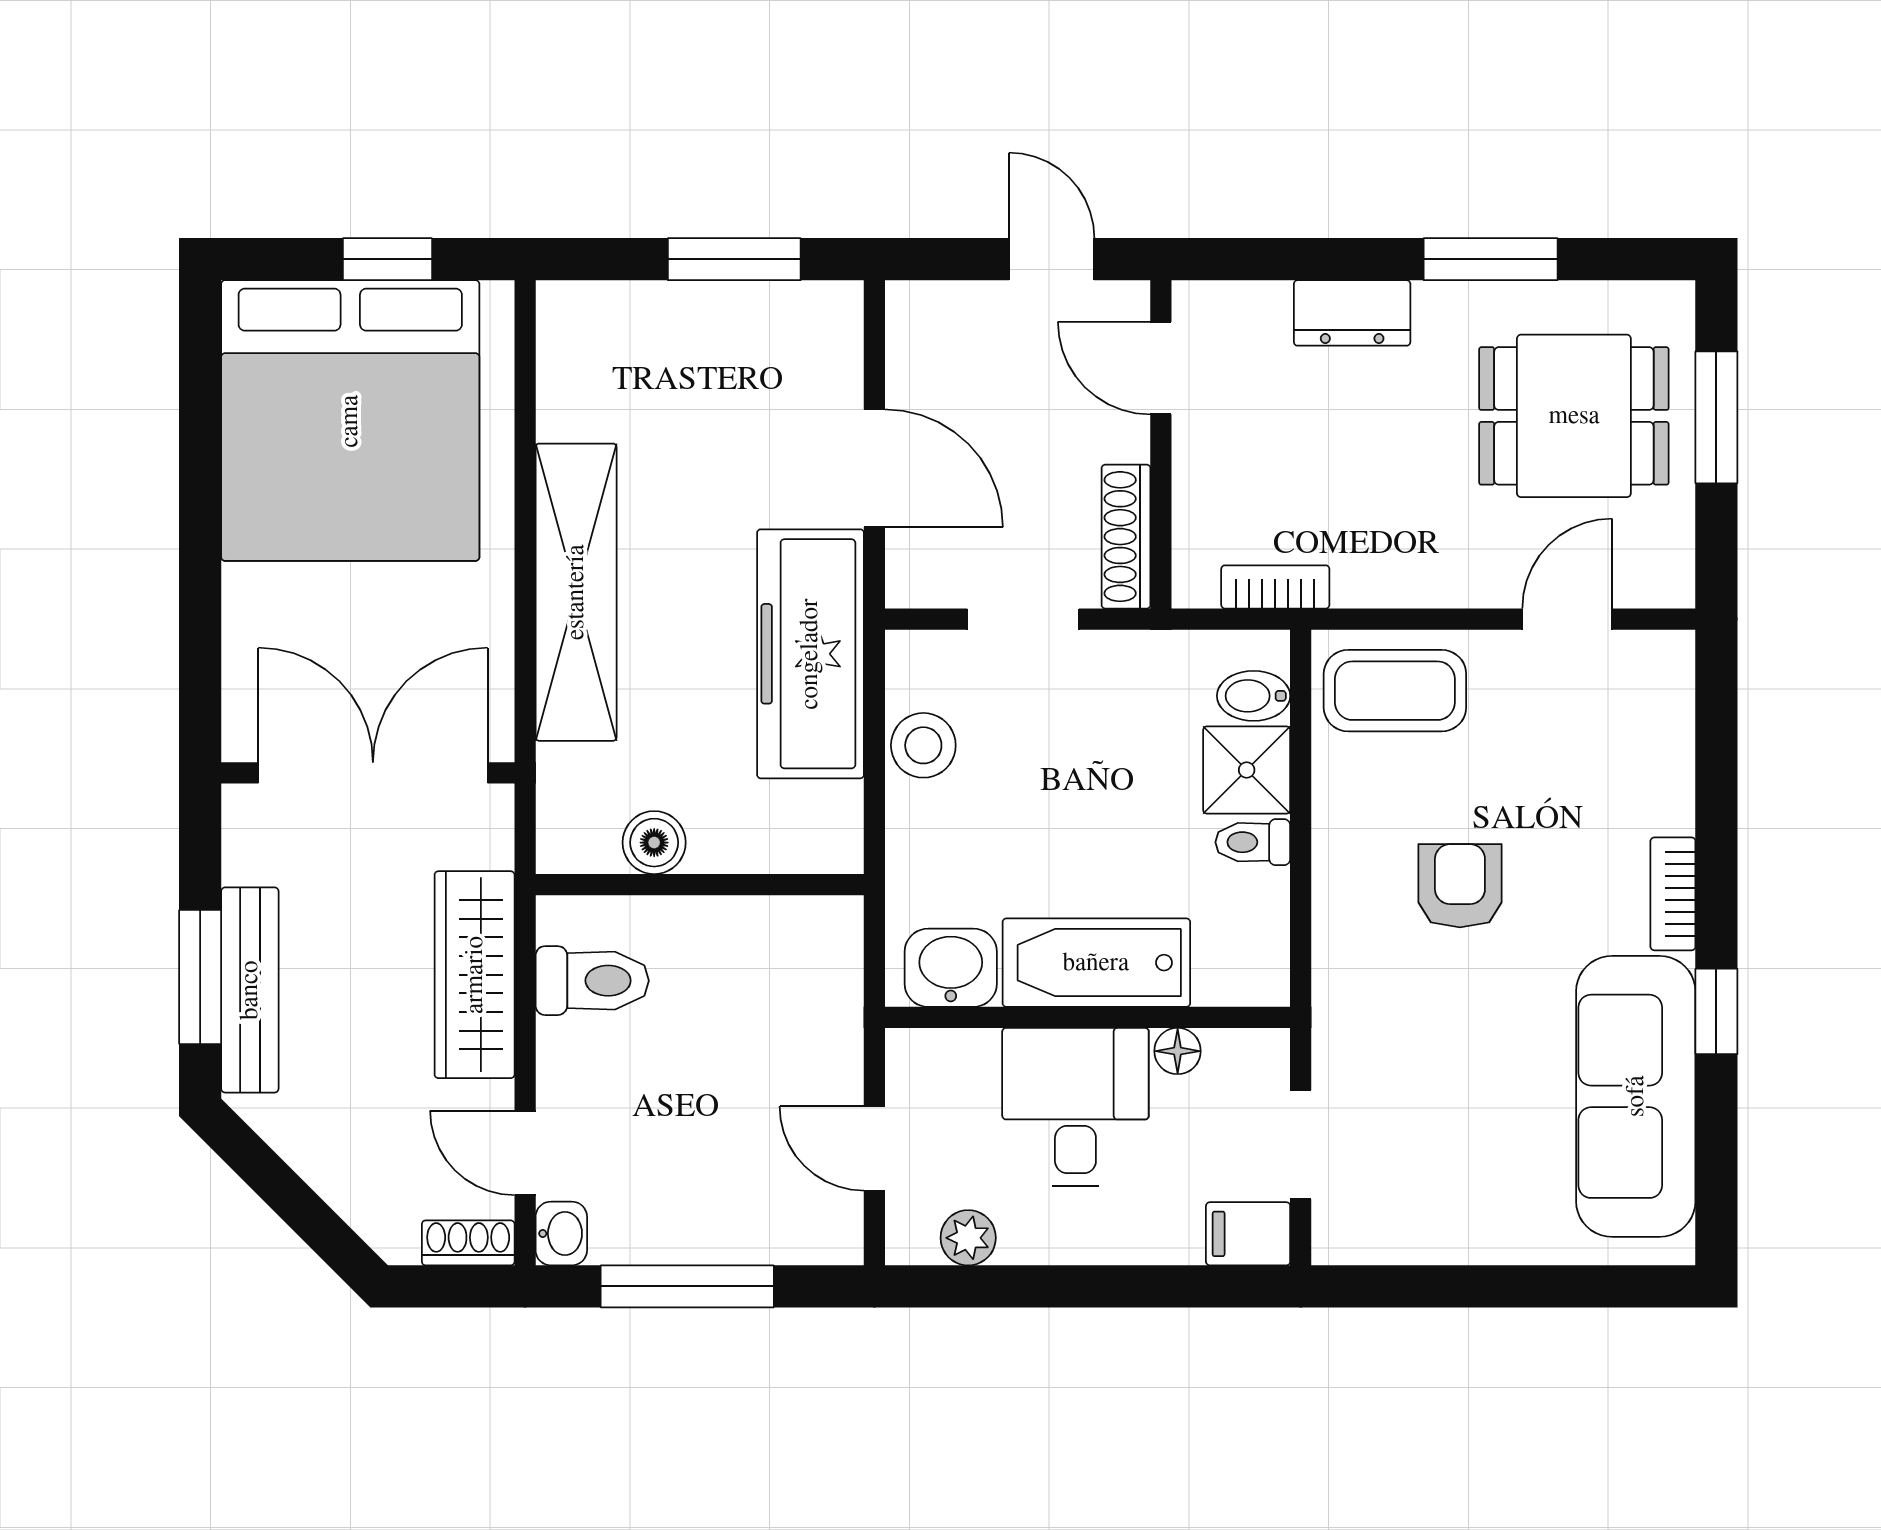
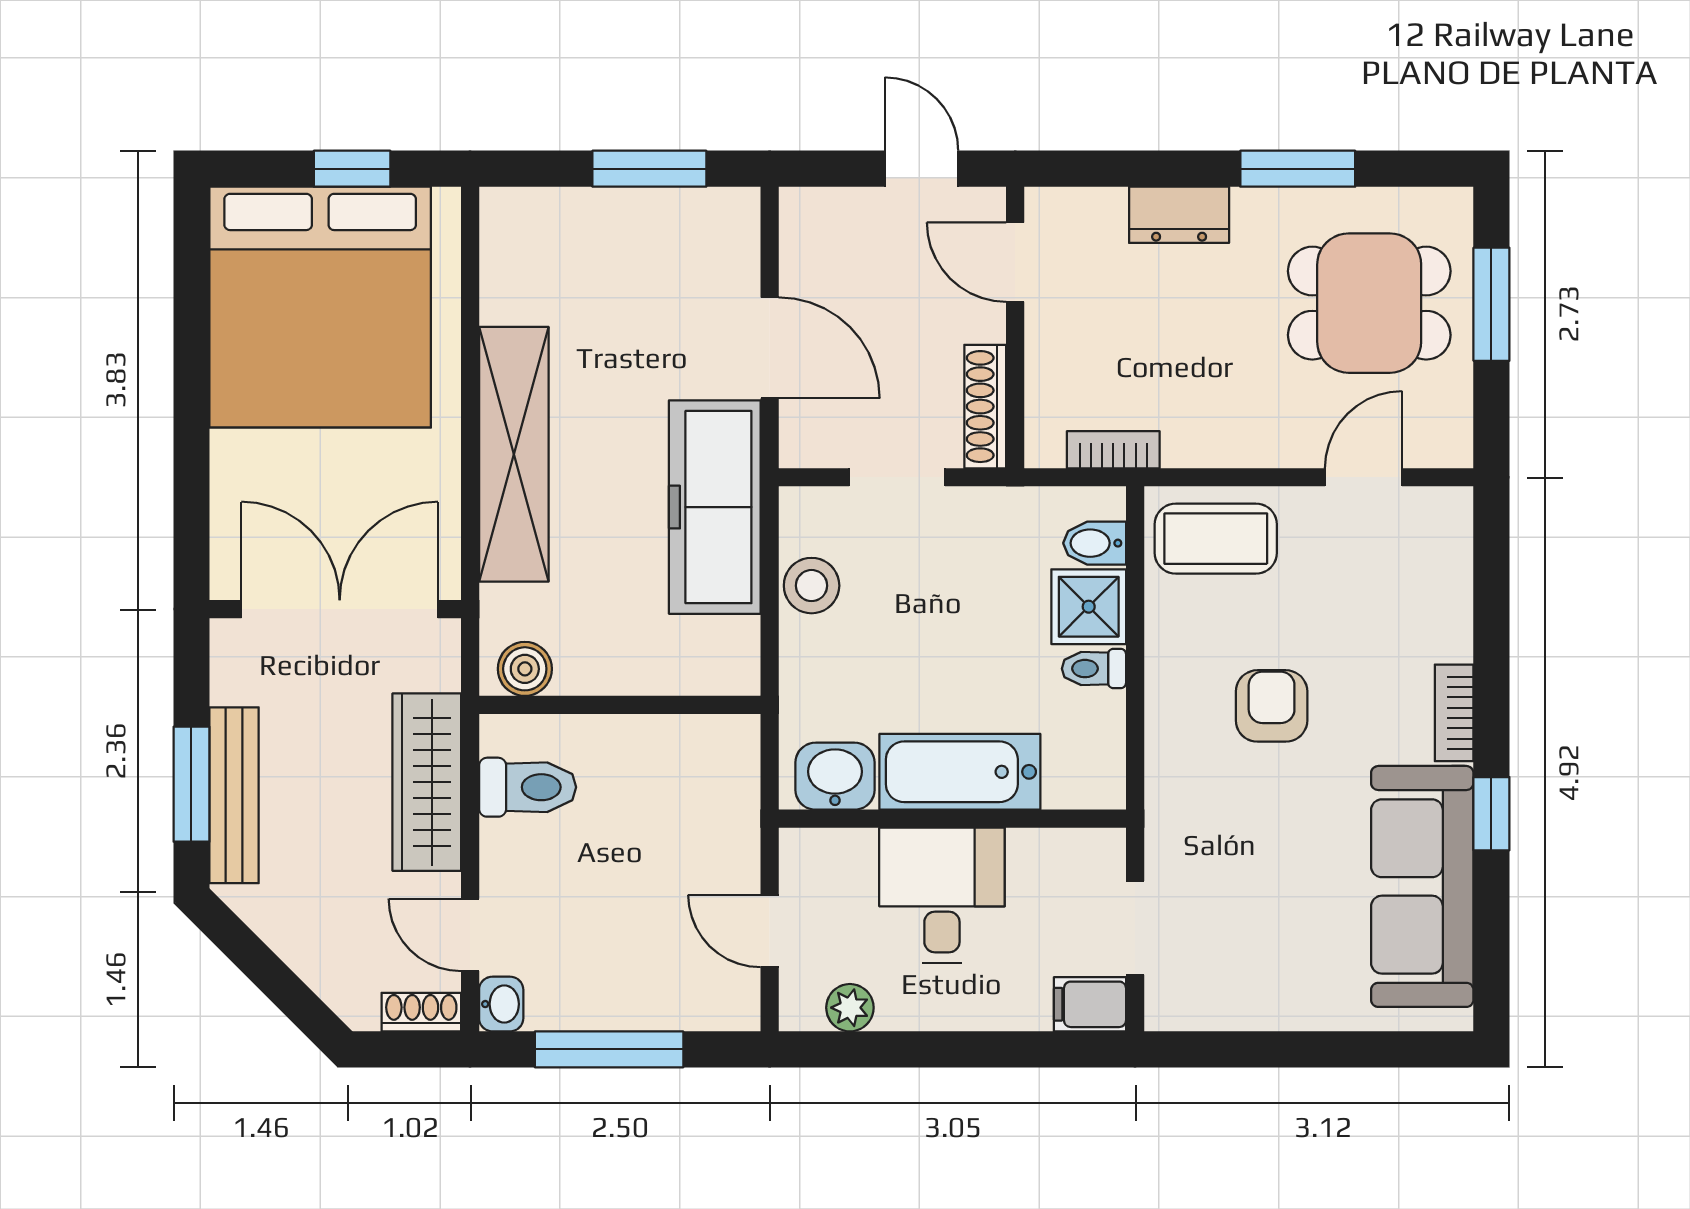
boiler: (654, 843) -> (525, 669), moved
floor lamp: (1178, 1051) -> (1029, 848), removed

